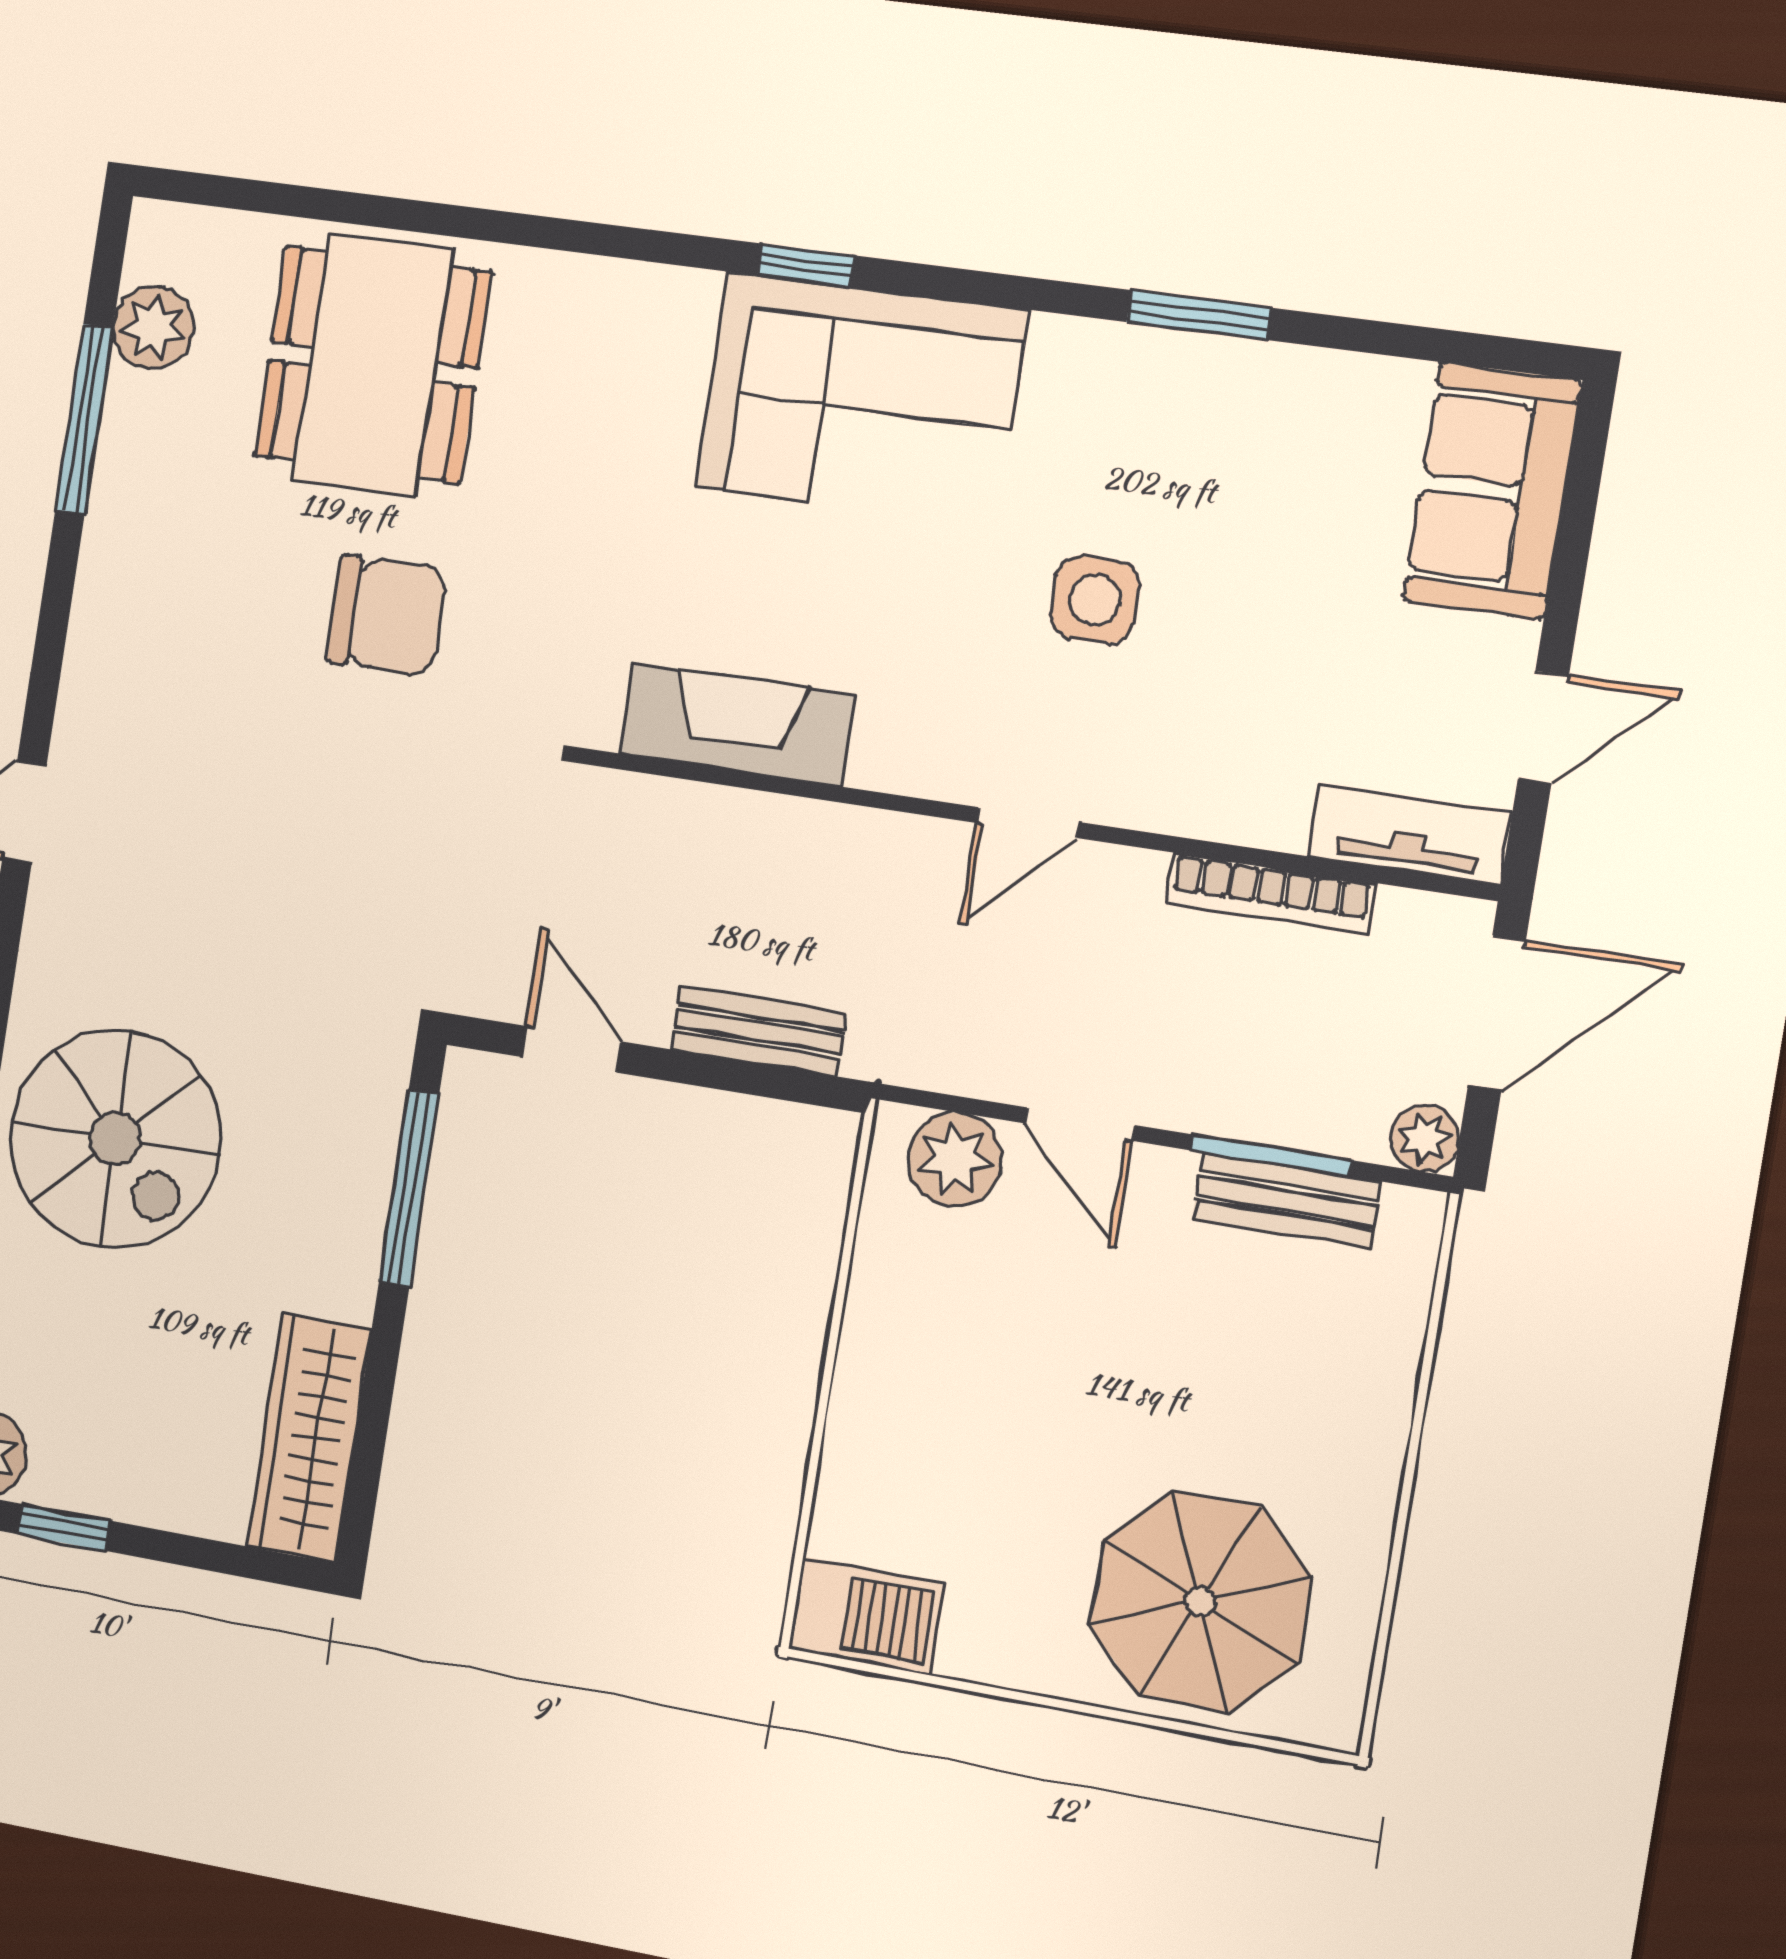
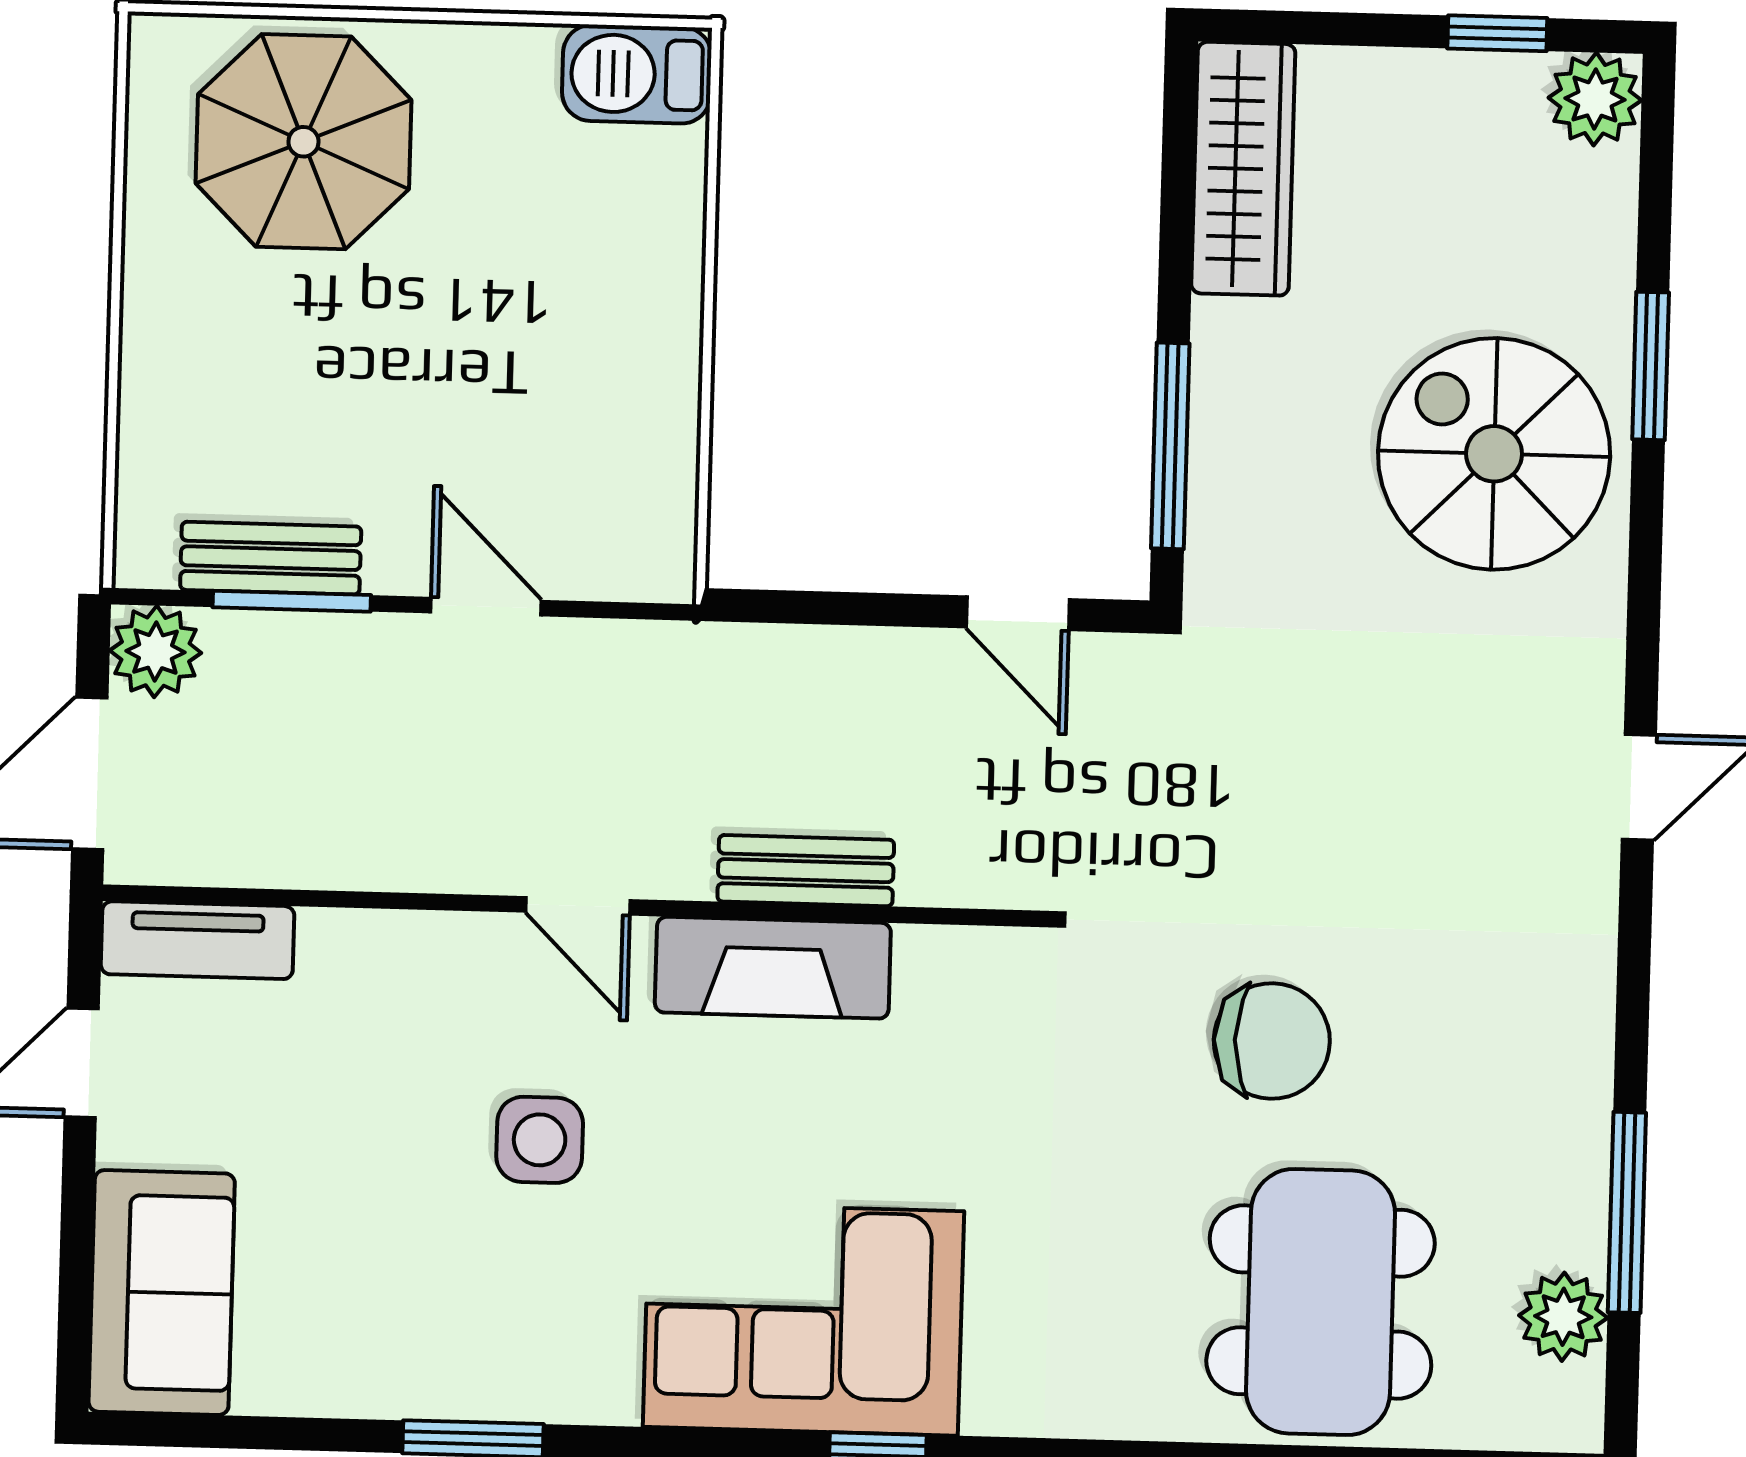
chair: (386, 615) -> (1272, 1041), turned 180
fireplace: (737, 724) -> (773, 968), moved
door: (1028, 823) -> (578, 906), swing flipped
bookcase: (1270, 893) -> (326, 865), removed
bench: (758, 1031) -> (806, 871), moved
plant: (1425, 1139) -> (156, 652), width x1.38, depth x1.38
plant: (955, 1159) -> (607, 554), removed

